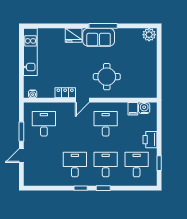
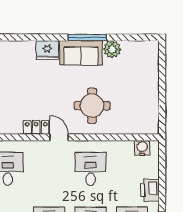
plant: (149, 35) -> (112, 49), moved
door: (82, 100) -> (59, 137), swing flipped
filing cabinet: (133, 109) -> (127, 149), removed

